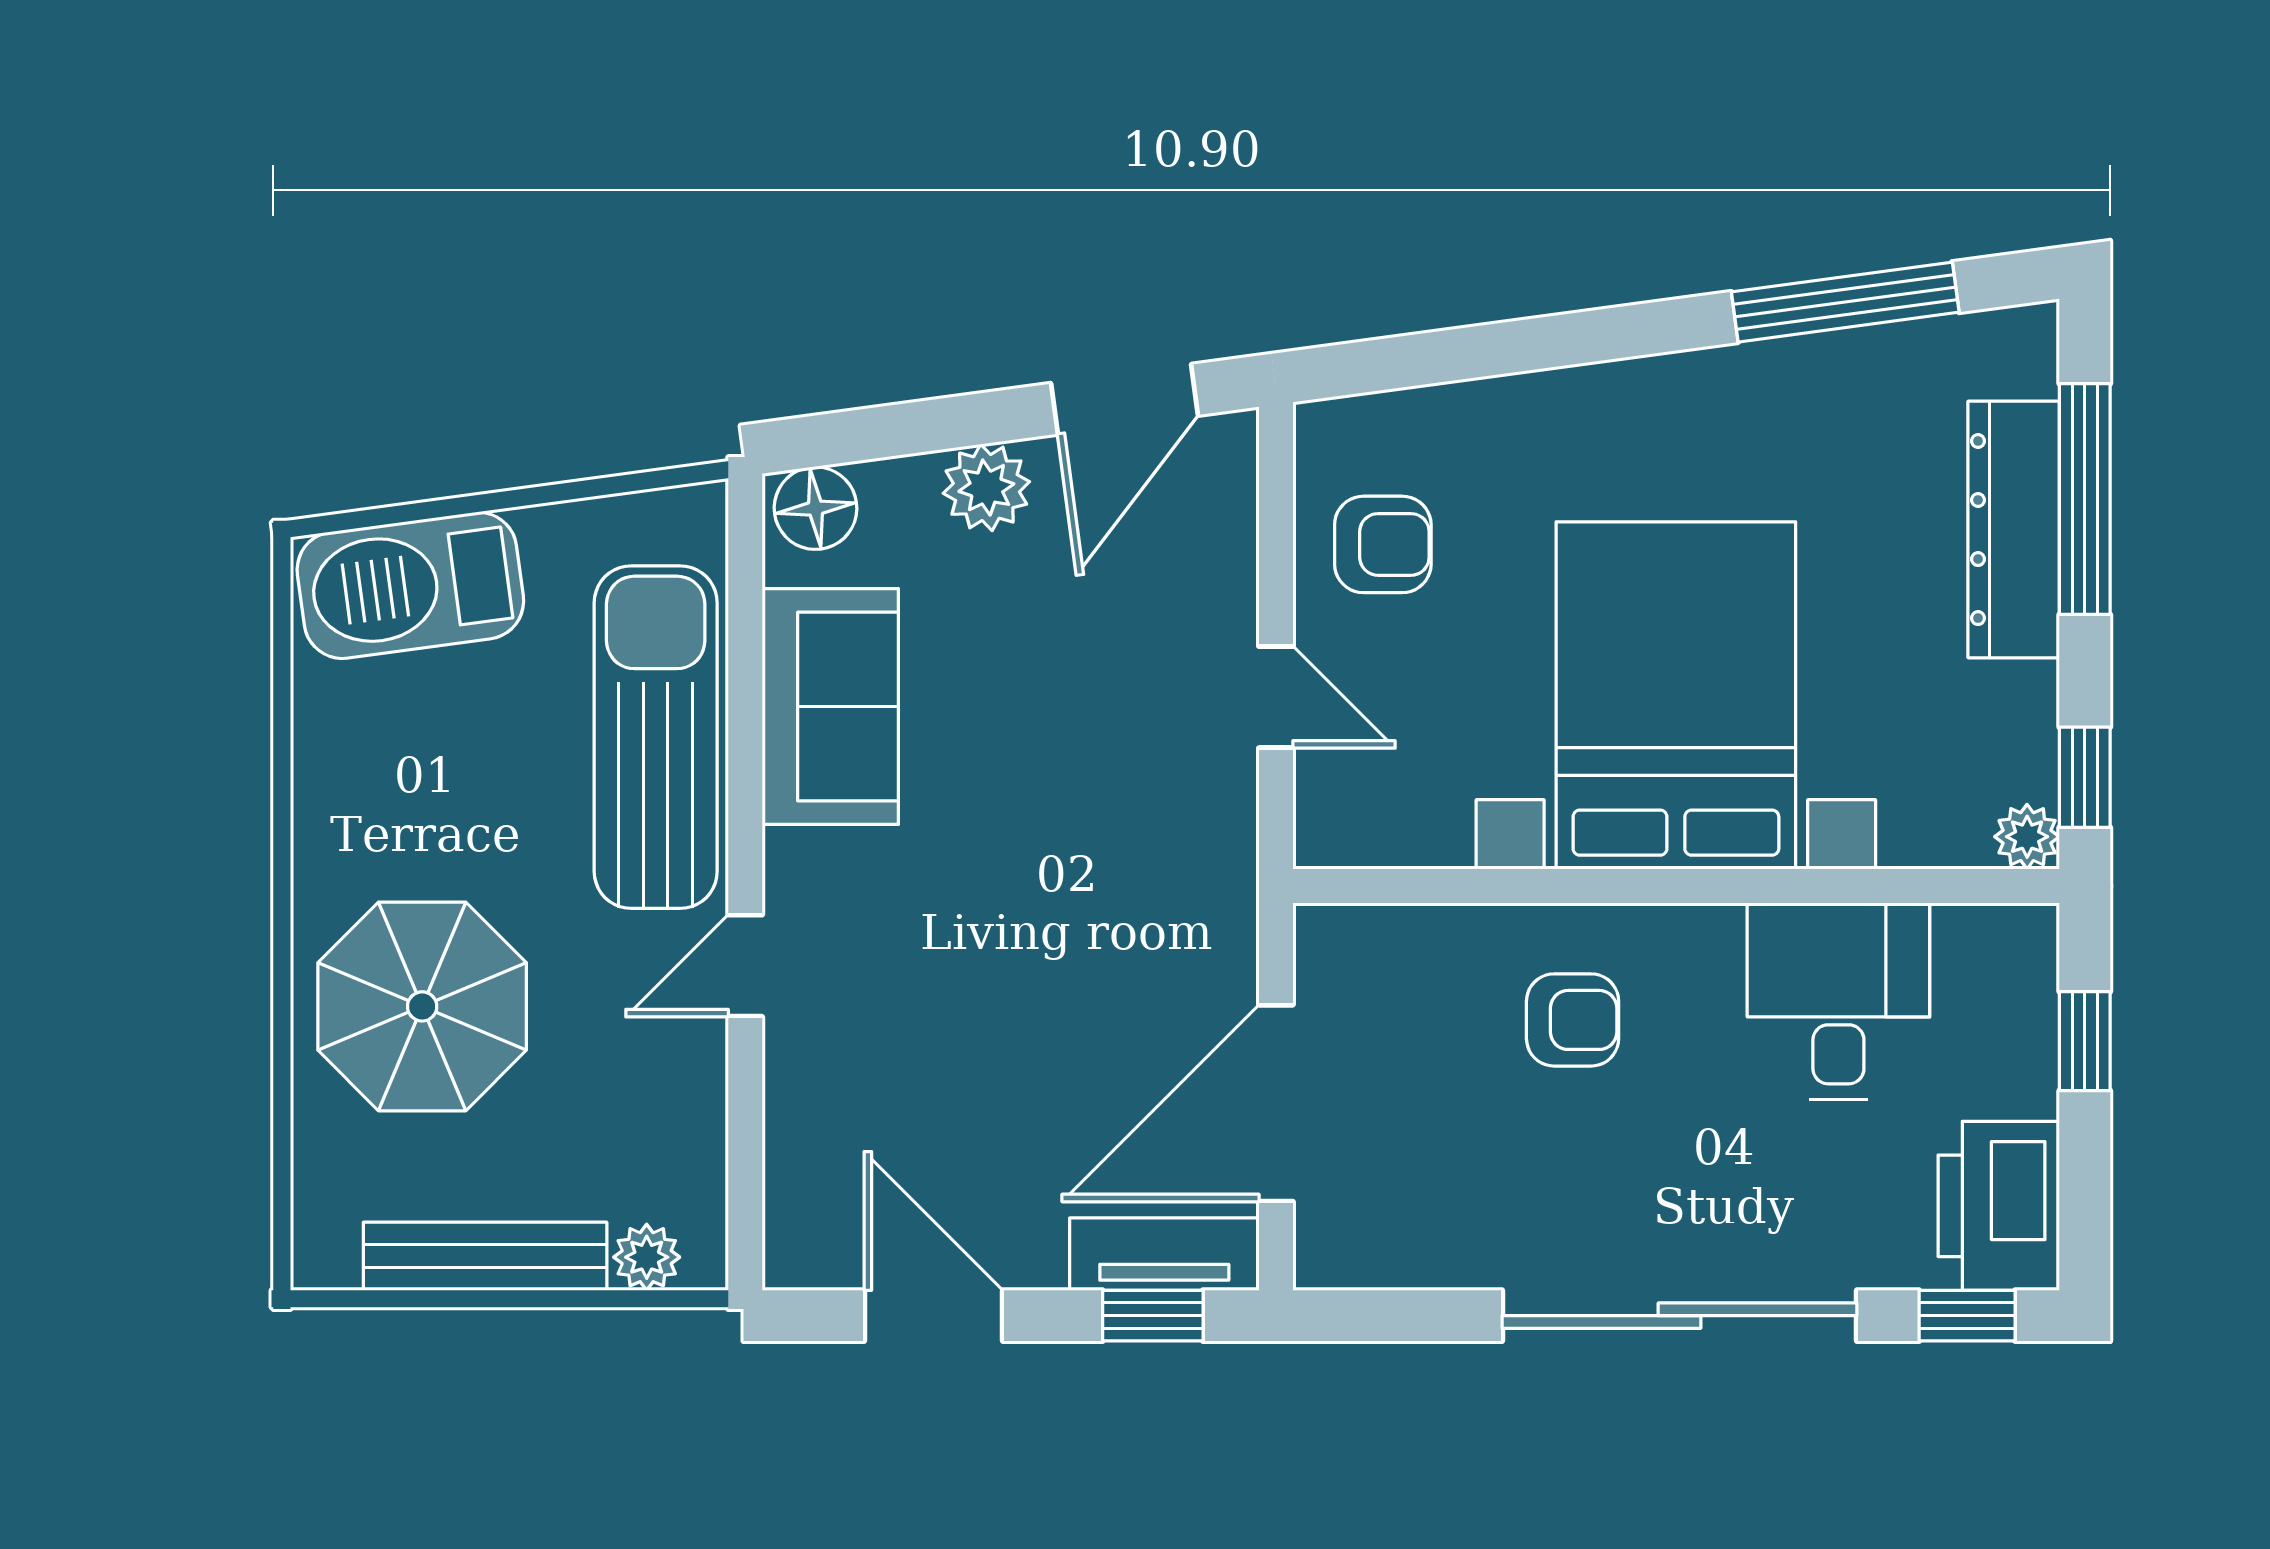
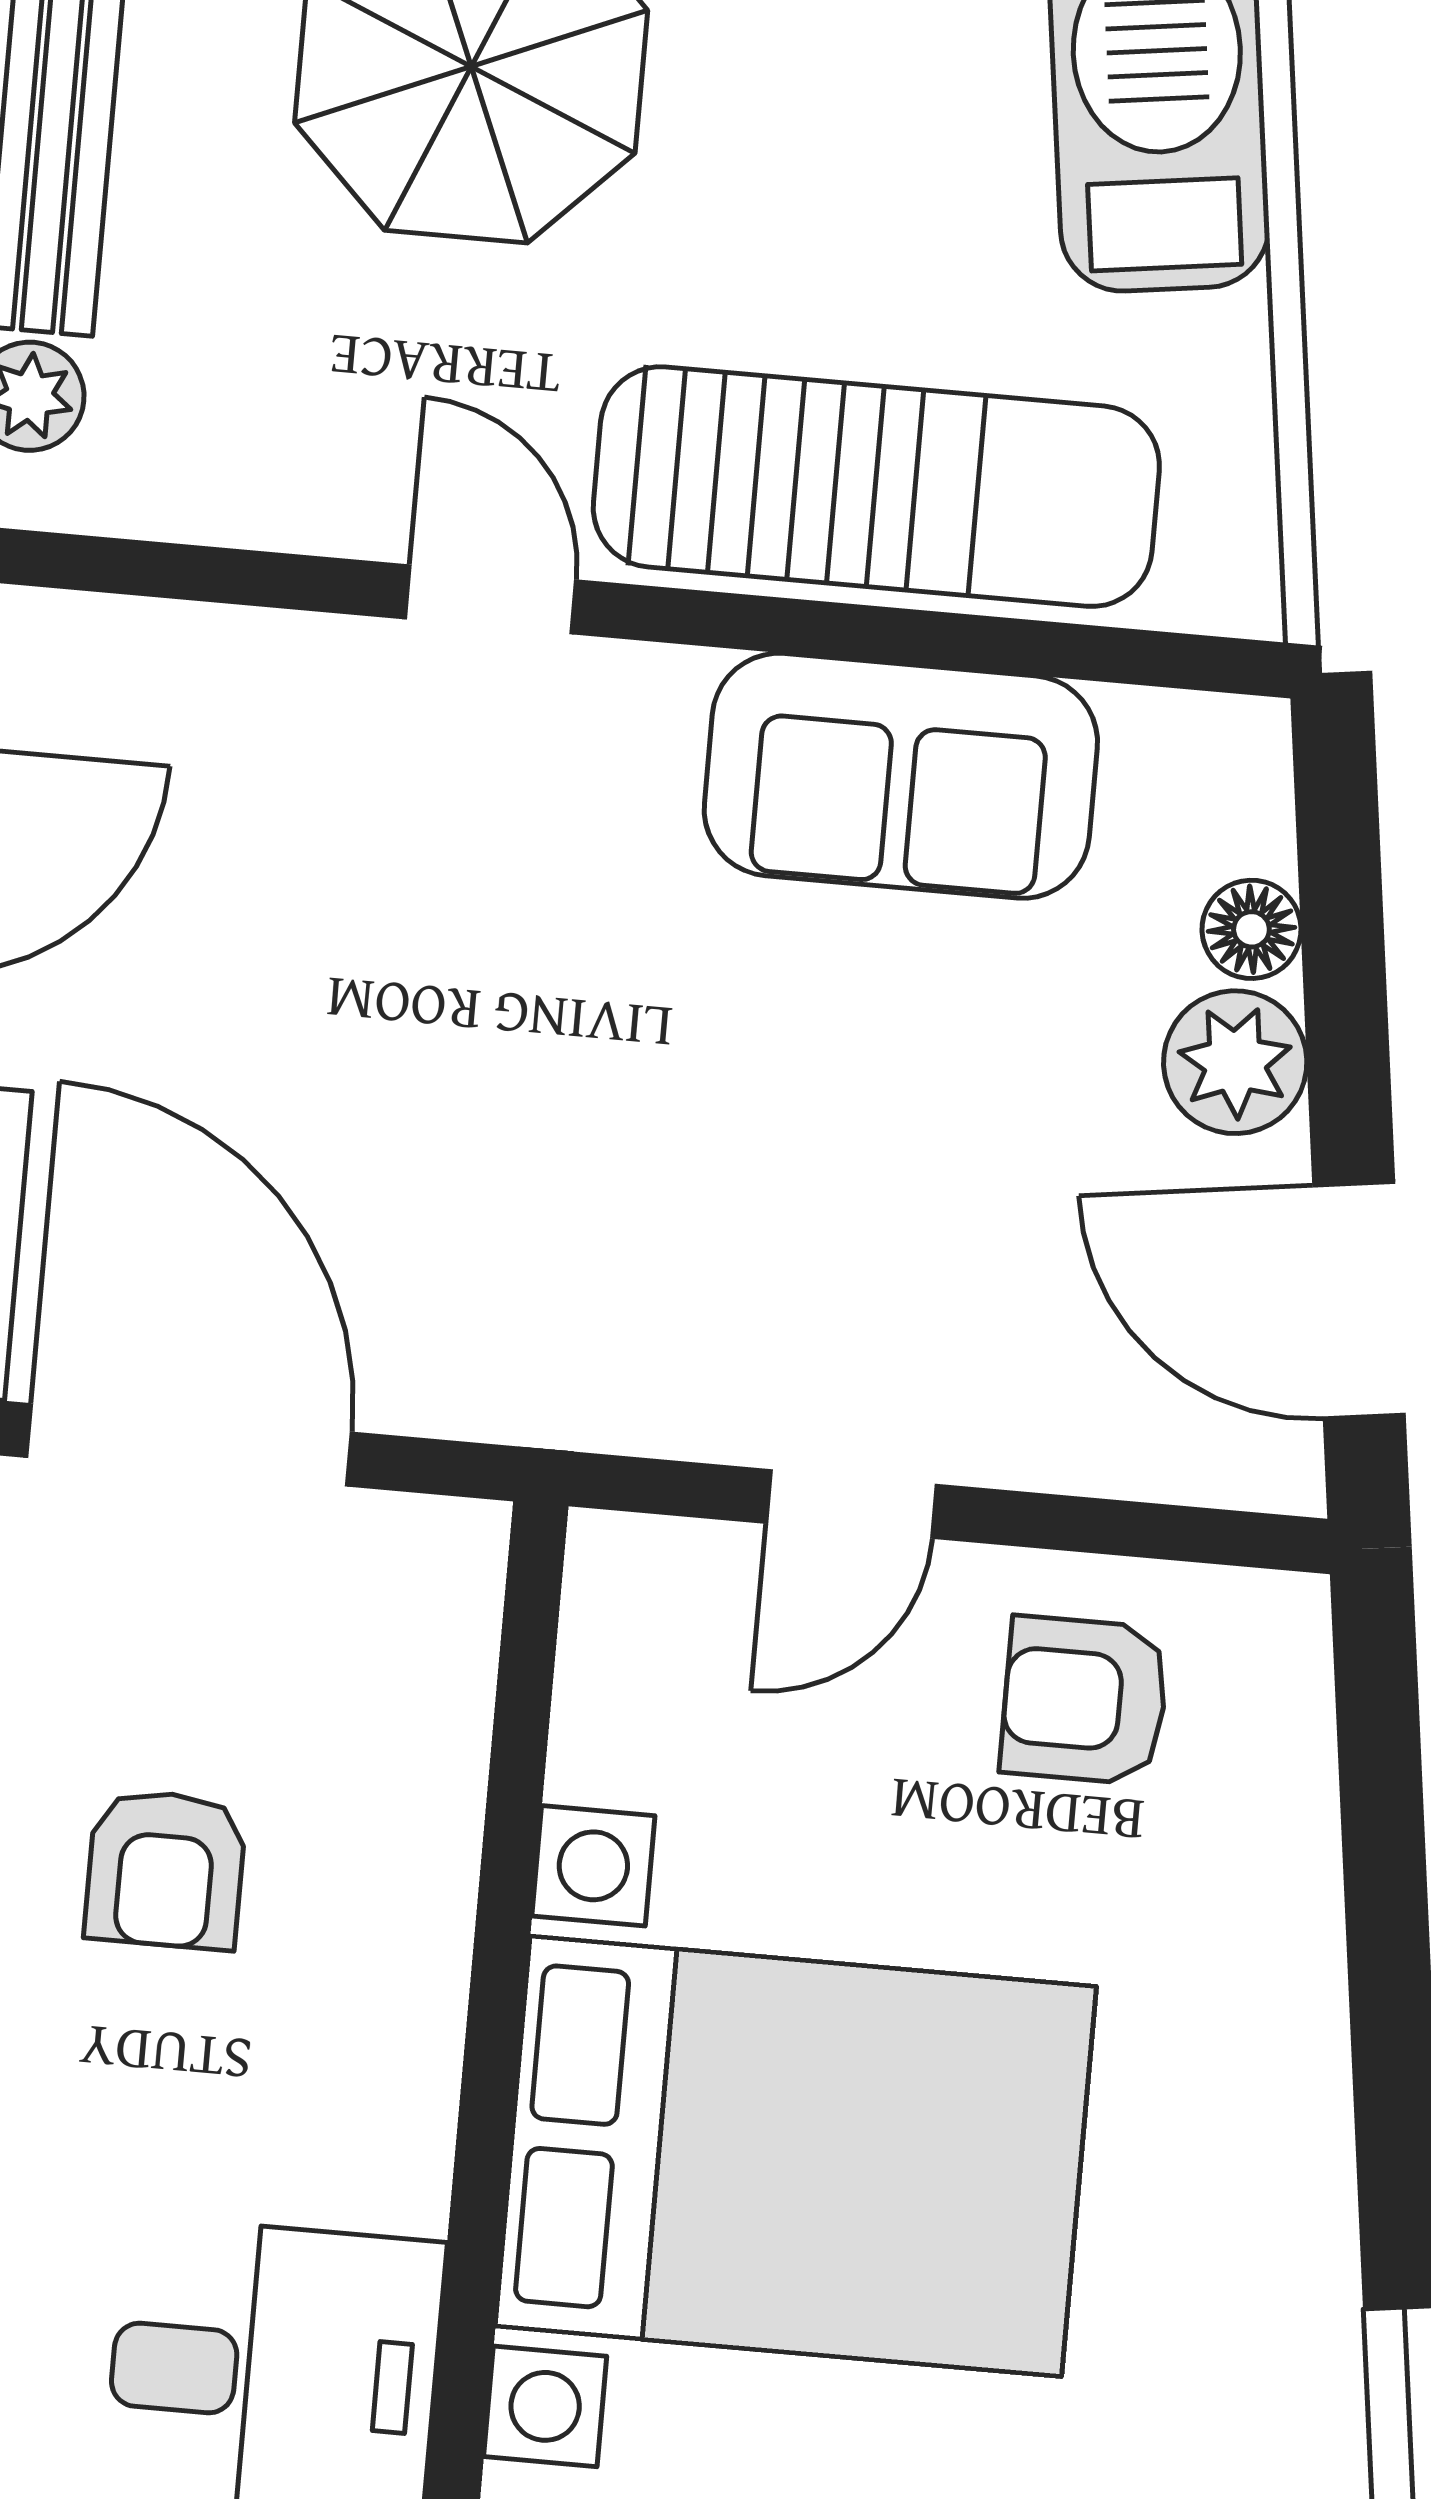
floor lamp: (816, 508) -> (1251, 929), moved, width x0.73, depth x0.73
armchair: (1383, 544) -> (1085, 1700), turned 90
armchair: (1573, 1020) -> (165, 1869), moved

